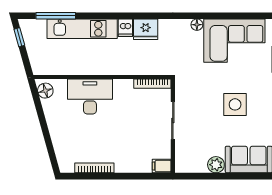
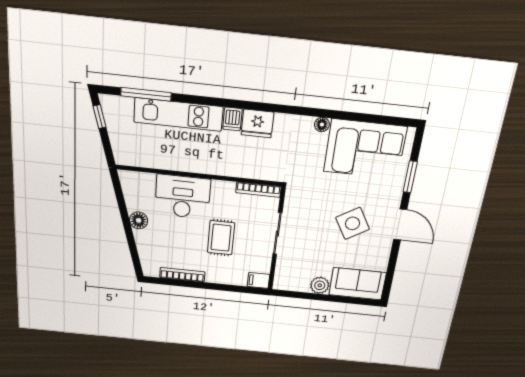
floor lamp: (45, 91) -> (139, 220), moved
side table: (235, 104) -> (353, 223), turned -31
rug: (125, 130) -> (221, 238), added

